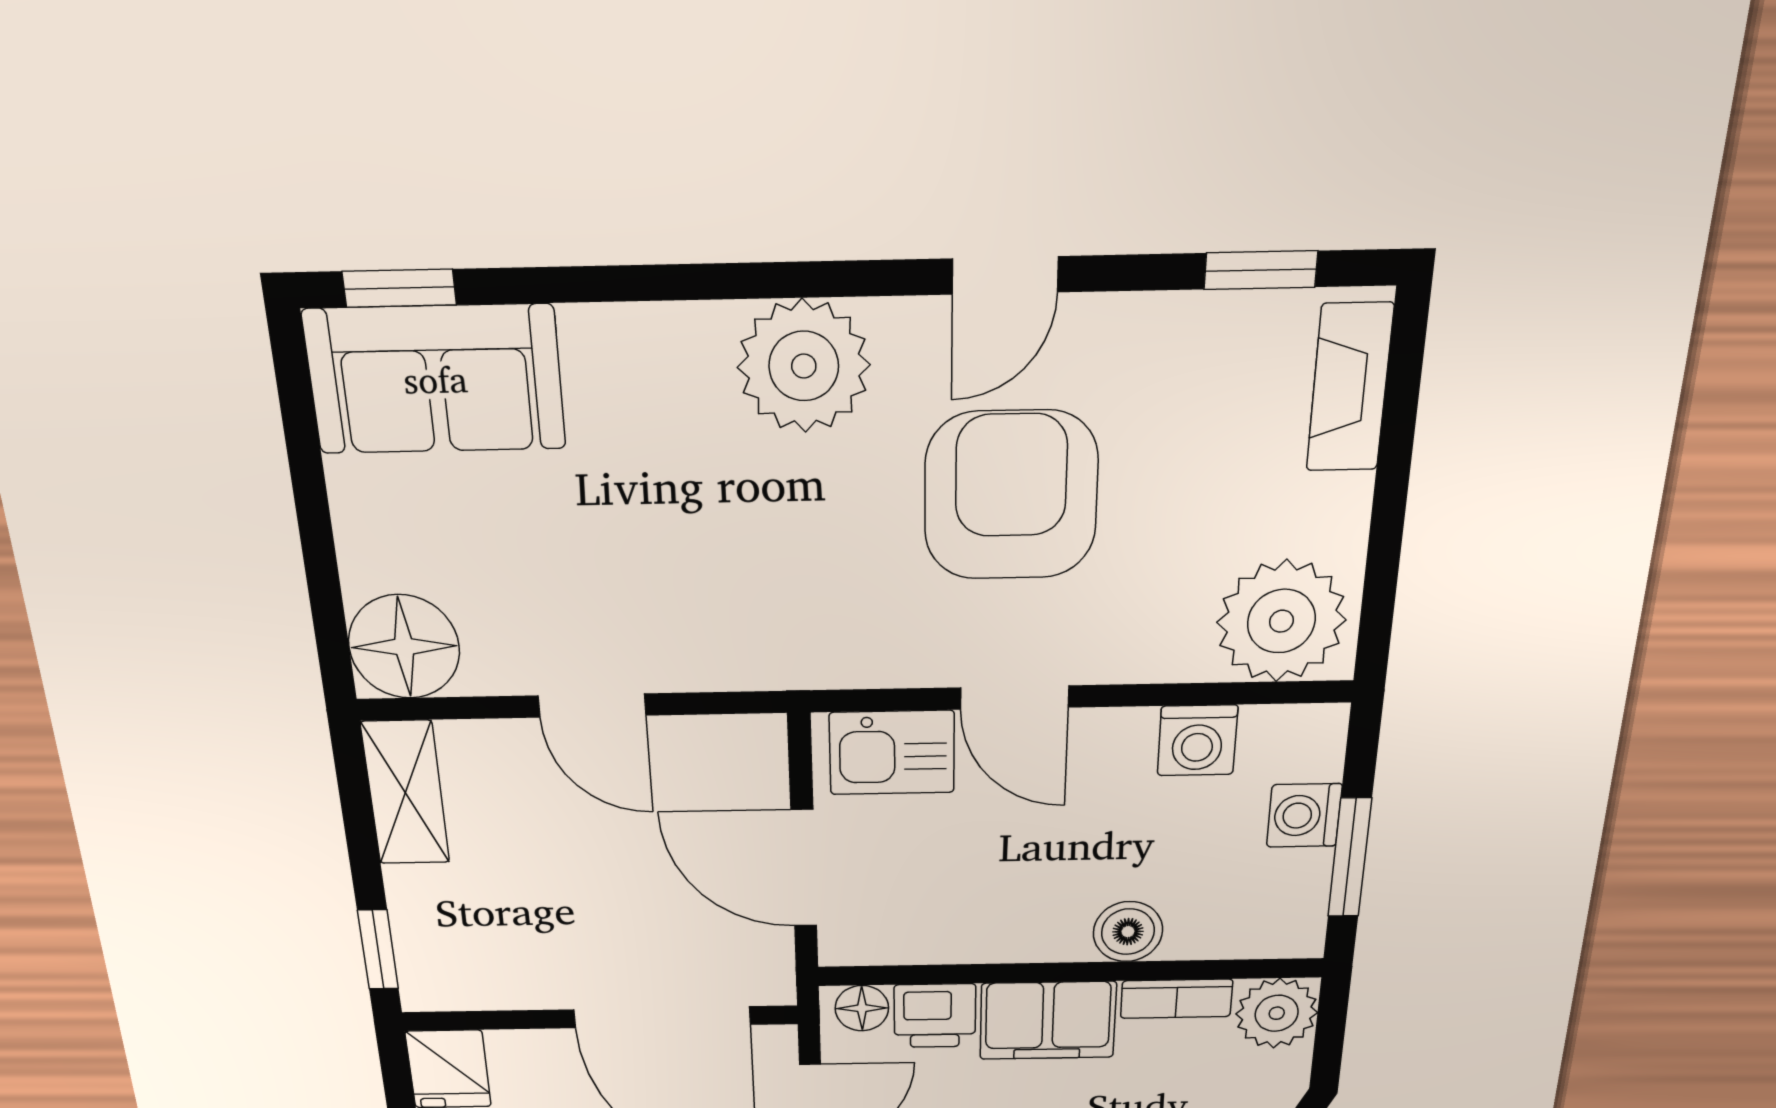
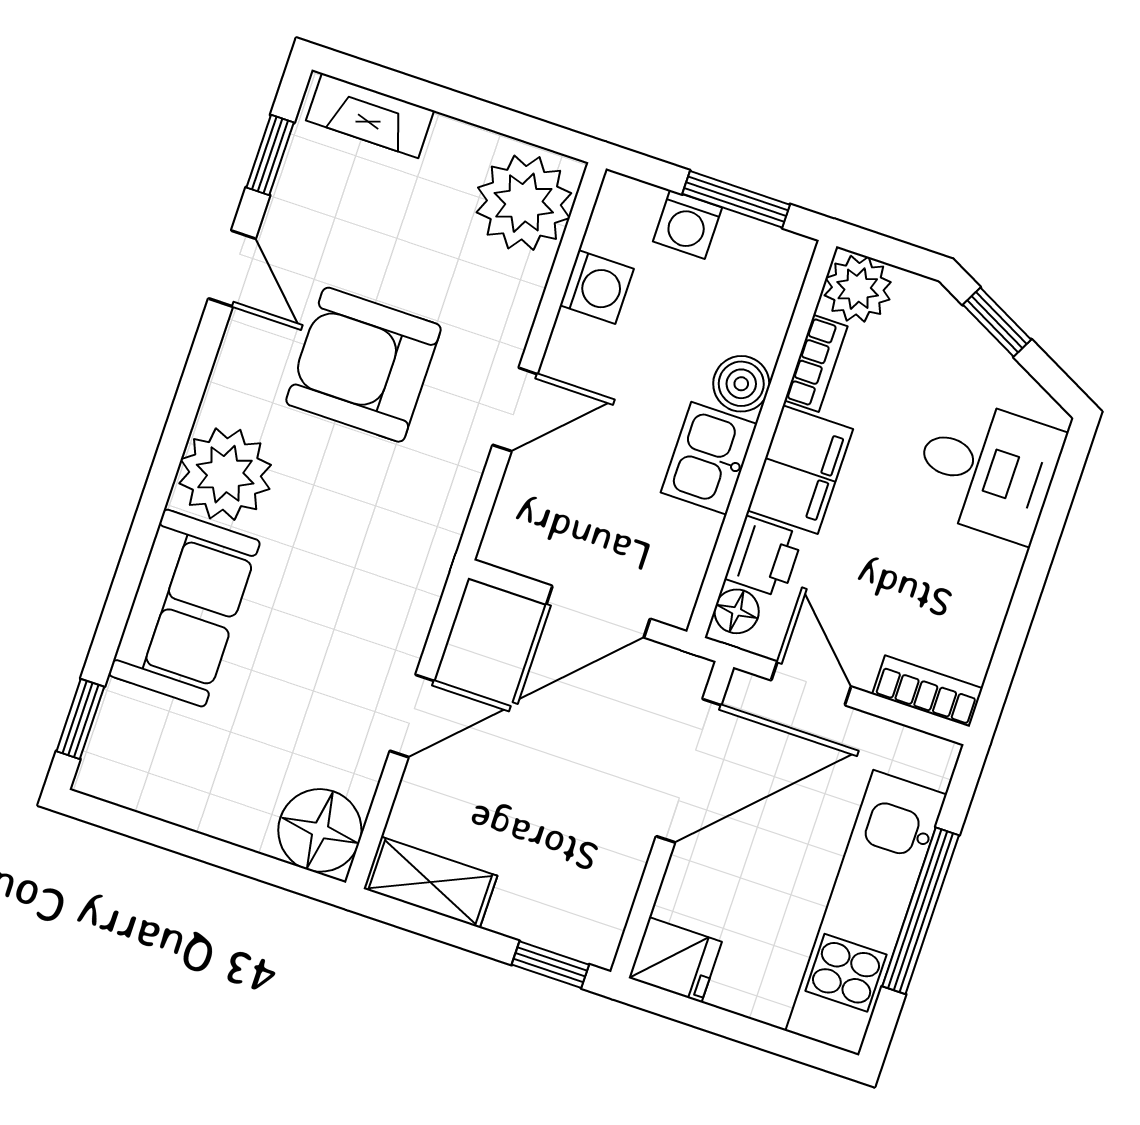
door: (1005, 275) -> (232, 268), moved
sofa: (435, 379) -> (184, 608), moved
kitchen sink: (892, 753) -> (709, 458), moved, turned 180

